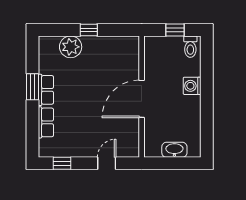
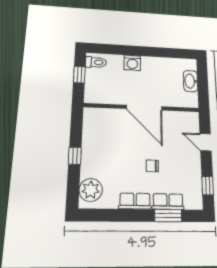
plant: (71, 47) -> (91, 190), moved
window: (33, 87) -> (168, 216), moved
chair: (81, 107) -> (152, 166), added

